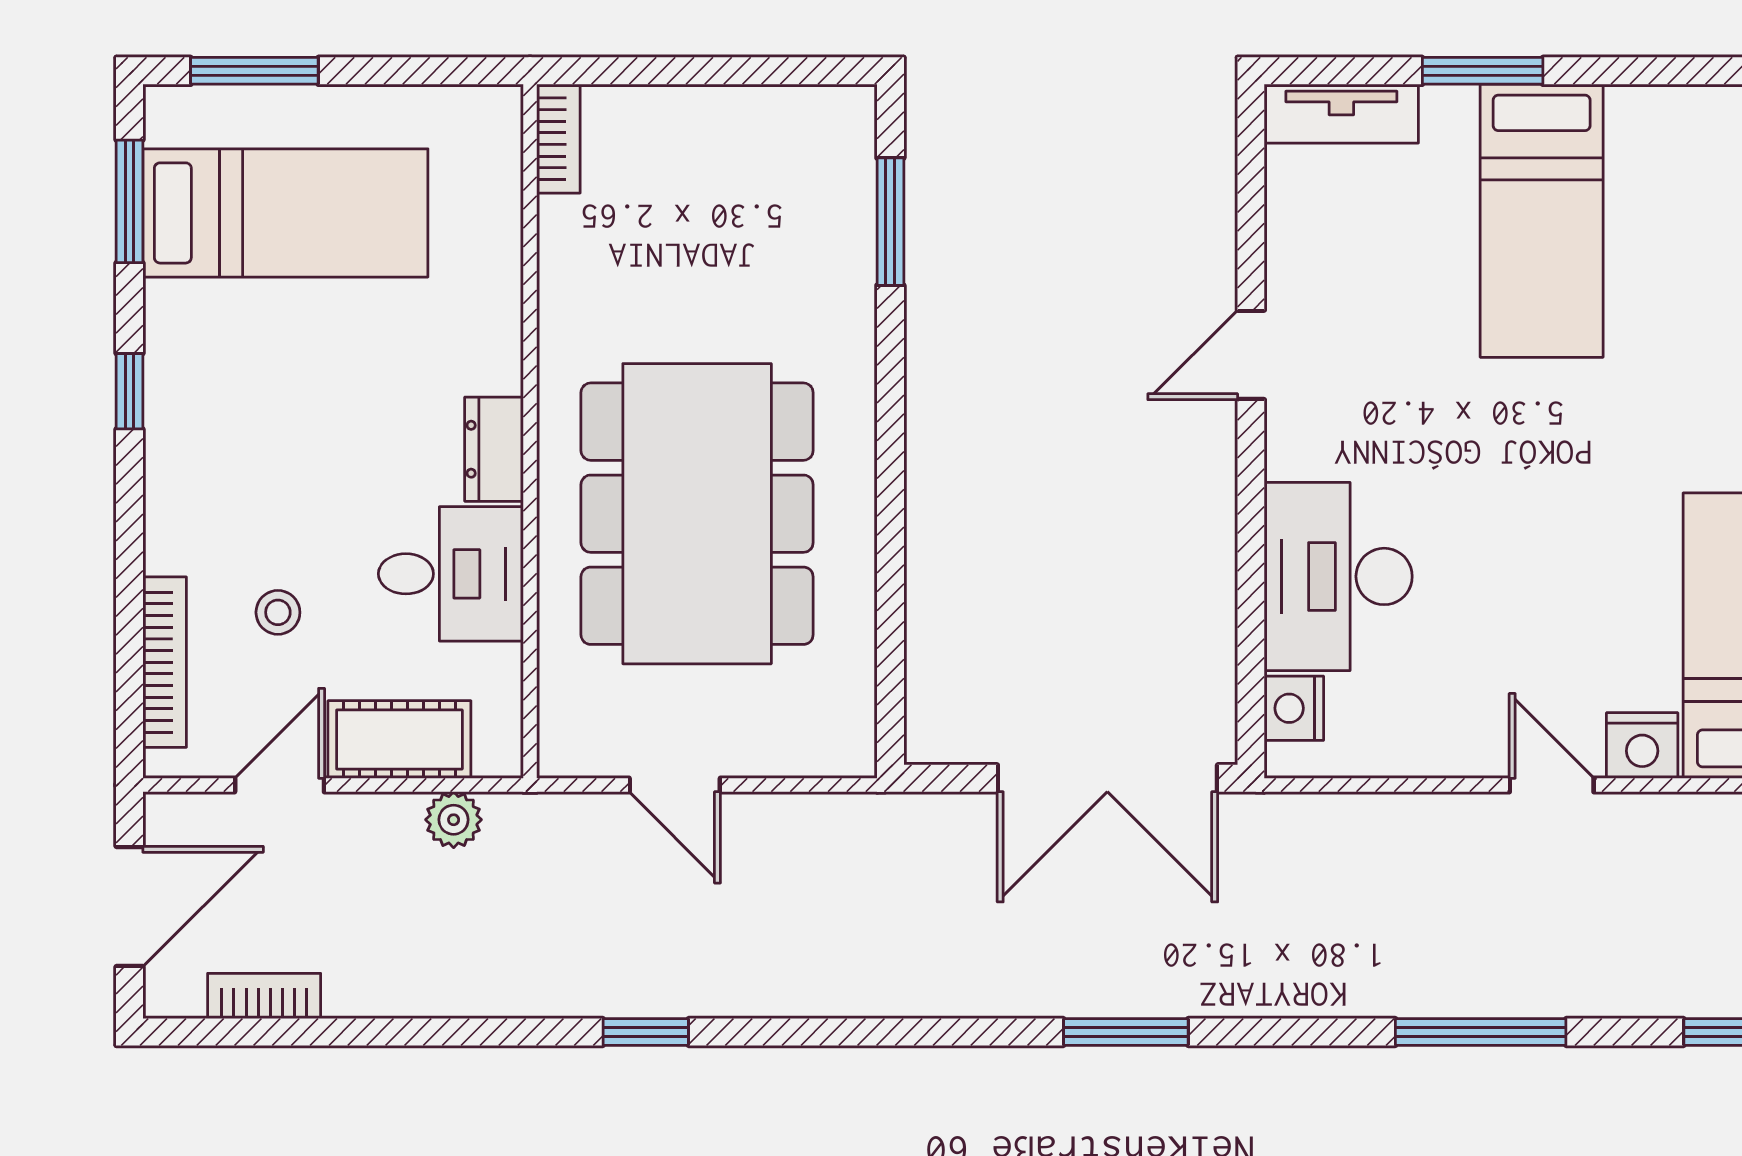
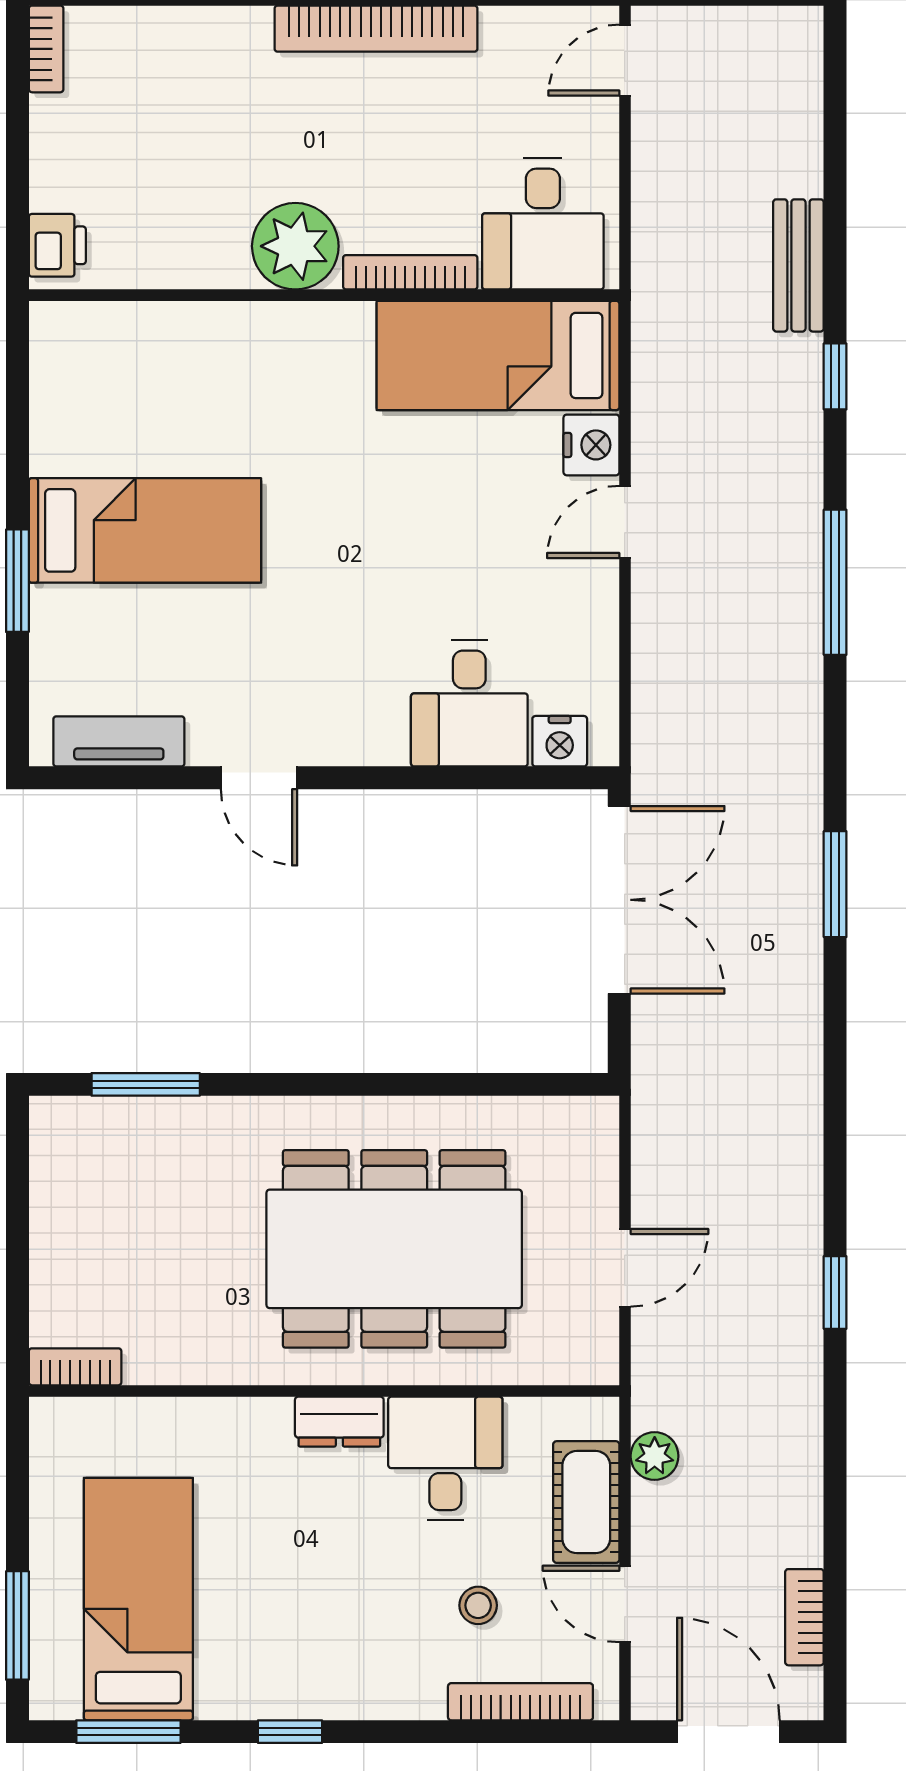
tv unit: (1341, 114) -> (119, 741), moved, turned -90
desk: (1338, 576) -> (469, 703), width x0.73

